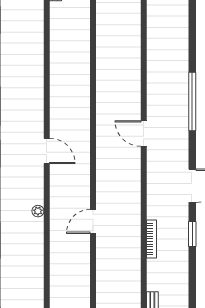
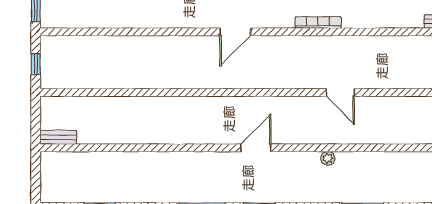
bookcase: (152, 239) -> (318, 23), moved

